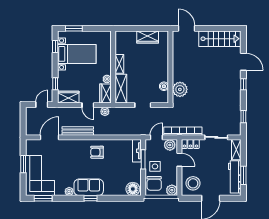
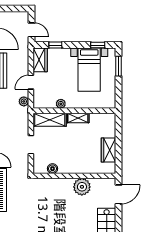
plant: (180, 89) -> (82, 187), moved
wardrobe: (105, 94) -> (44, 102), removed

